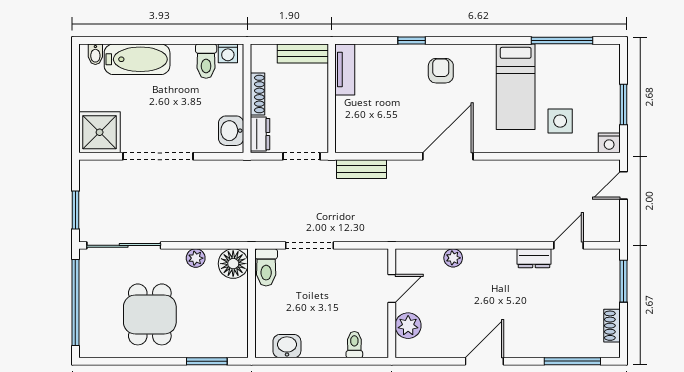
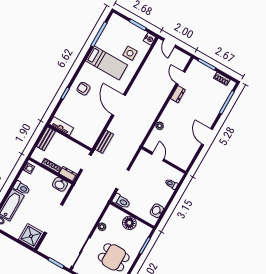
toilet: (206, 61) -> (22, 188), moved
floor lamp: (233, 264) -> (129, 223), moved
plant: (408, 326) -> (176, 159), removed

